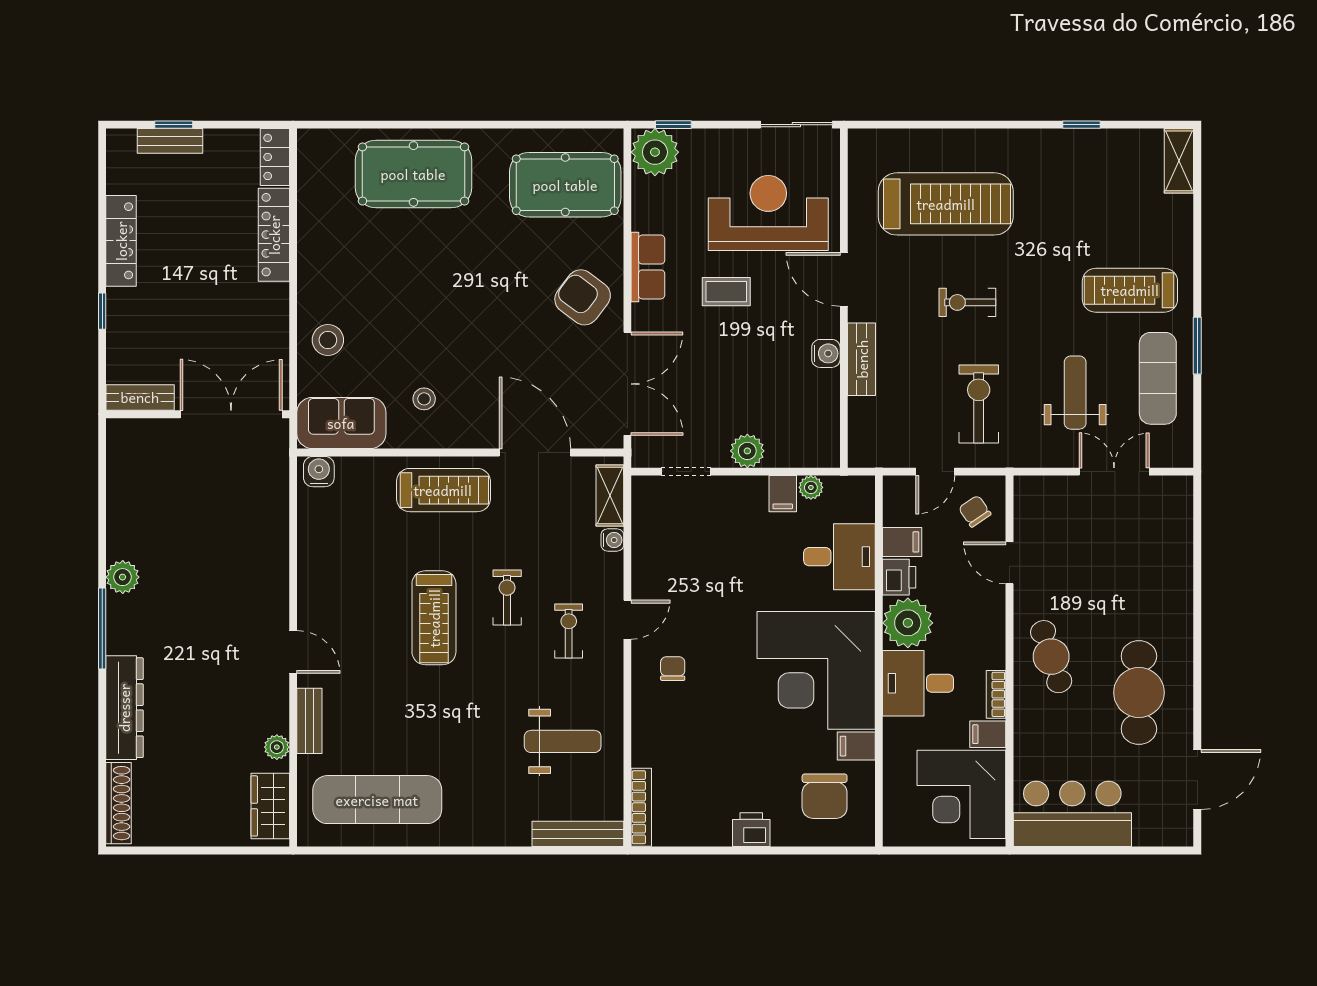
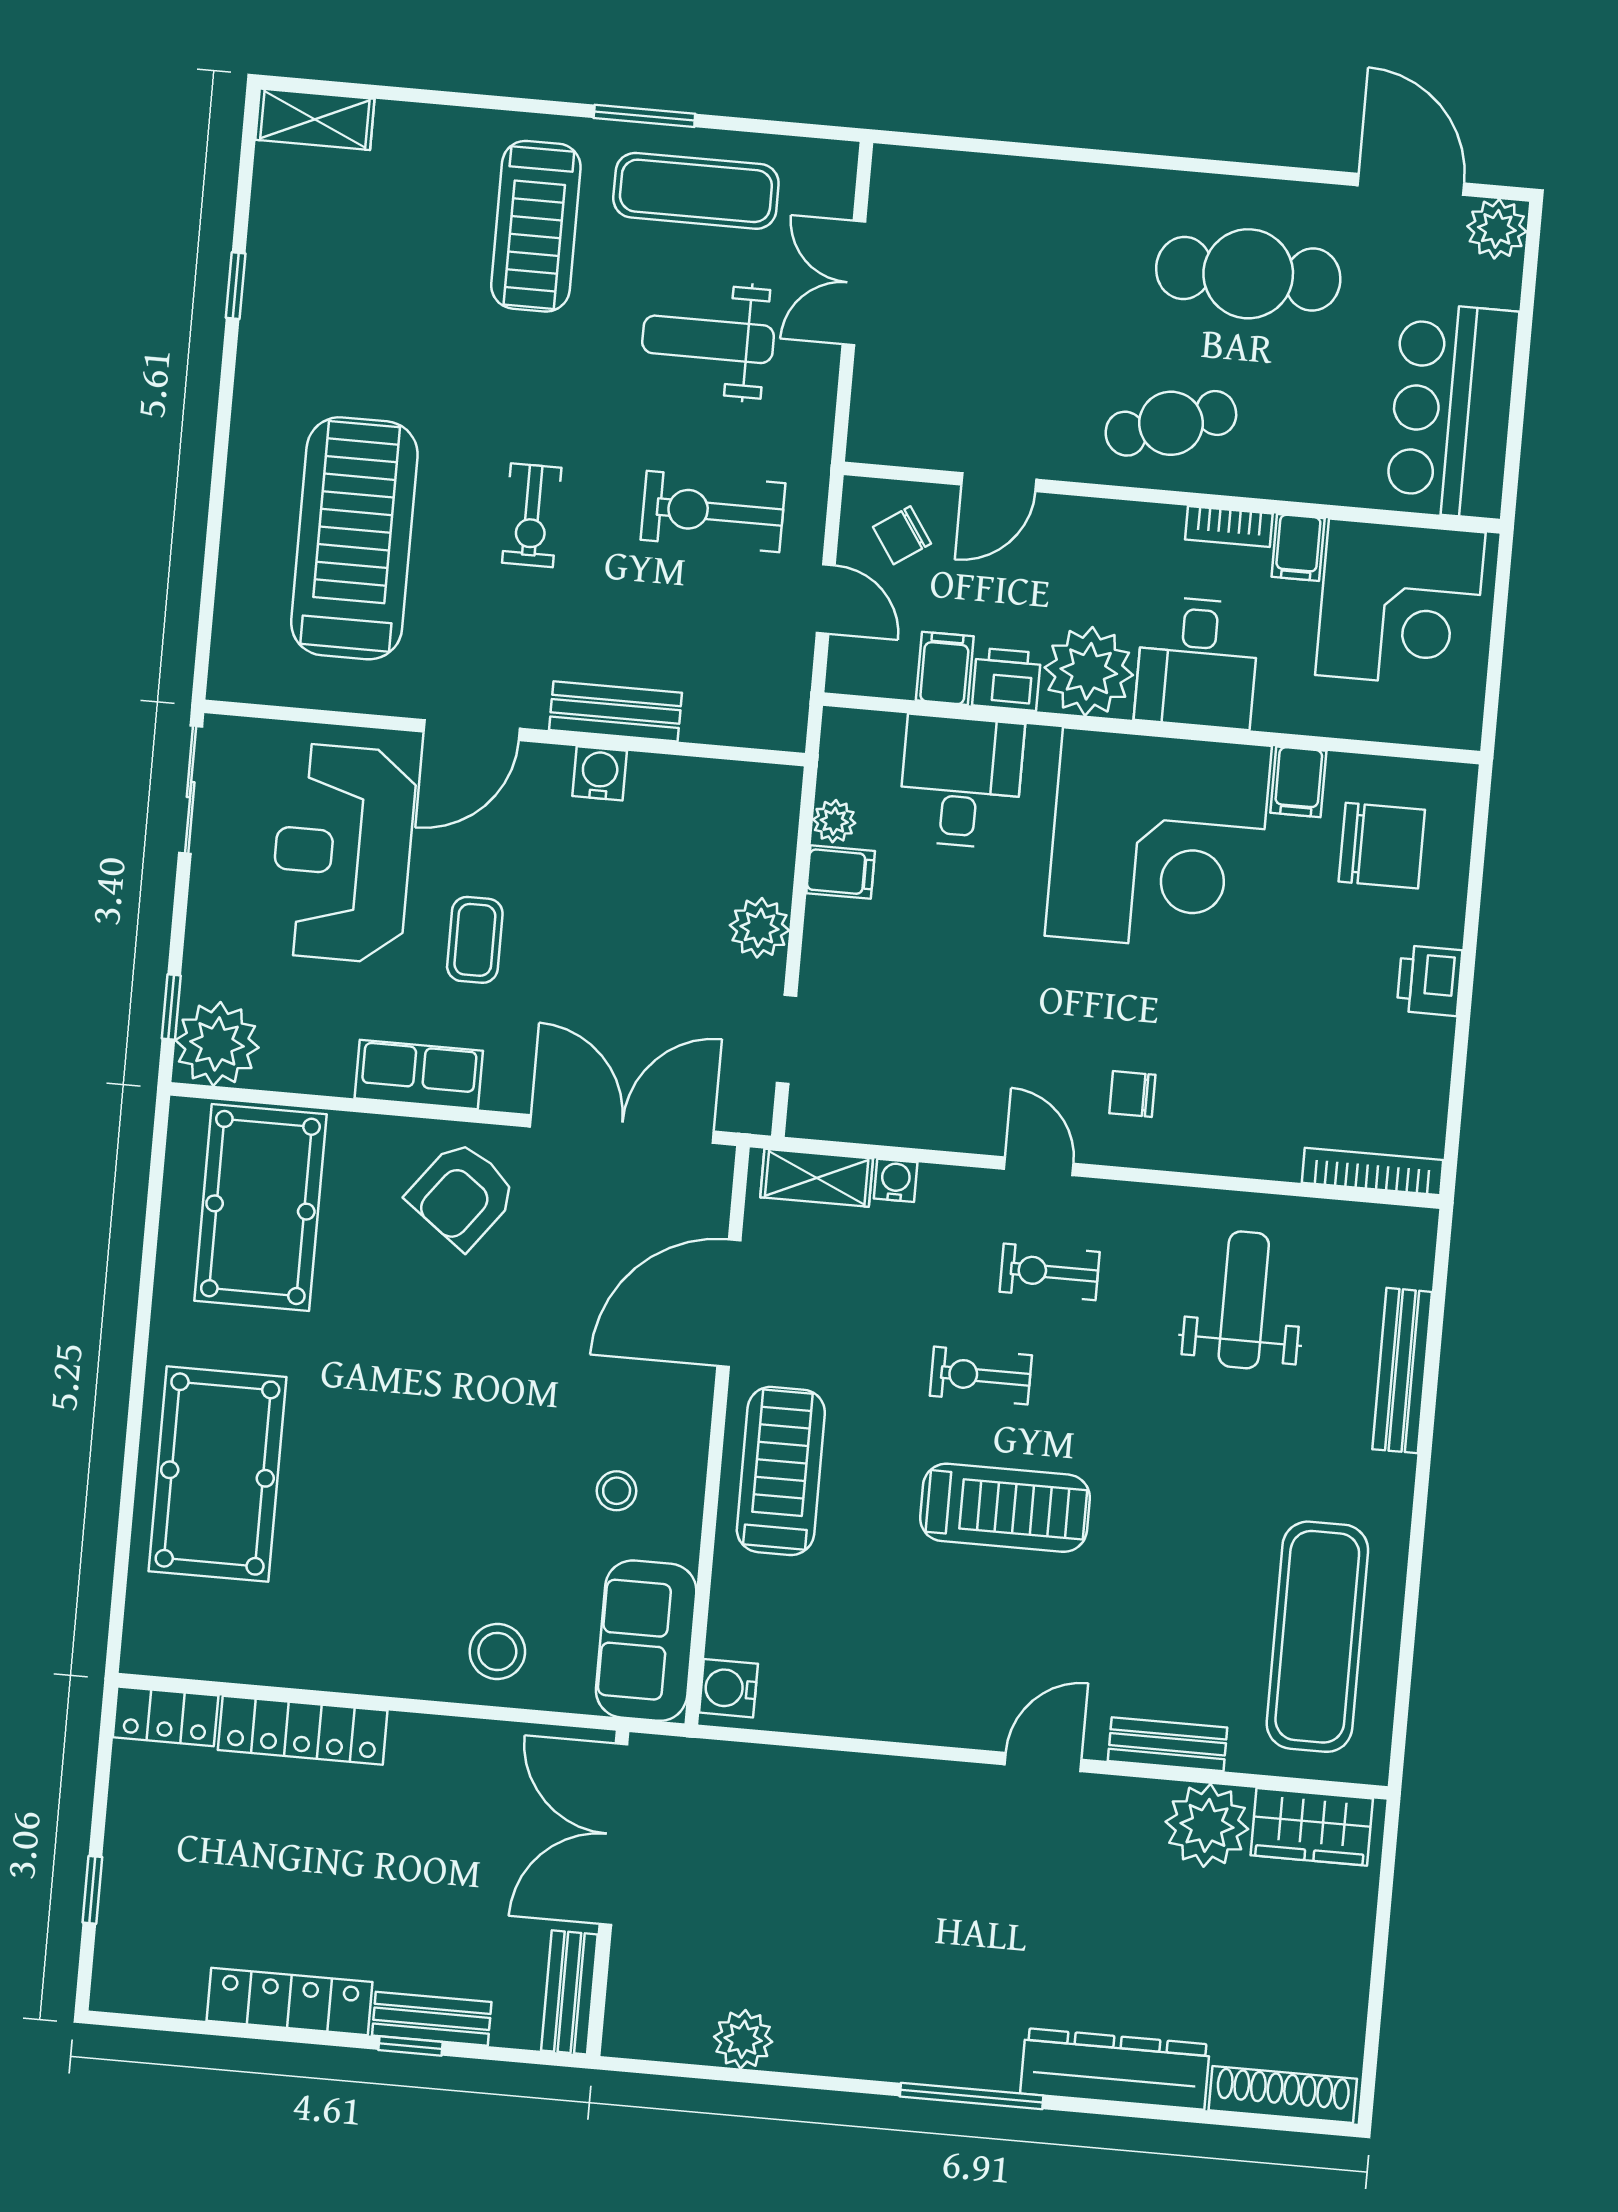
bench: (170, 141) -> (432, 2019), moved, turned 90
plant: (123, 577) -> (743, 2039), moved
plant: (277, 747) -> (1207, 1825), width x1.87, depth x1.87
plant: (1177, 830) -> (1497, 229), added
bench: (578, 834) -> (1402, 1371), moved

